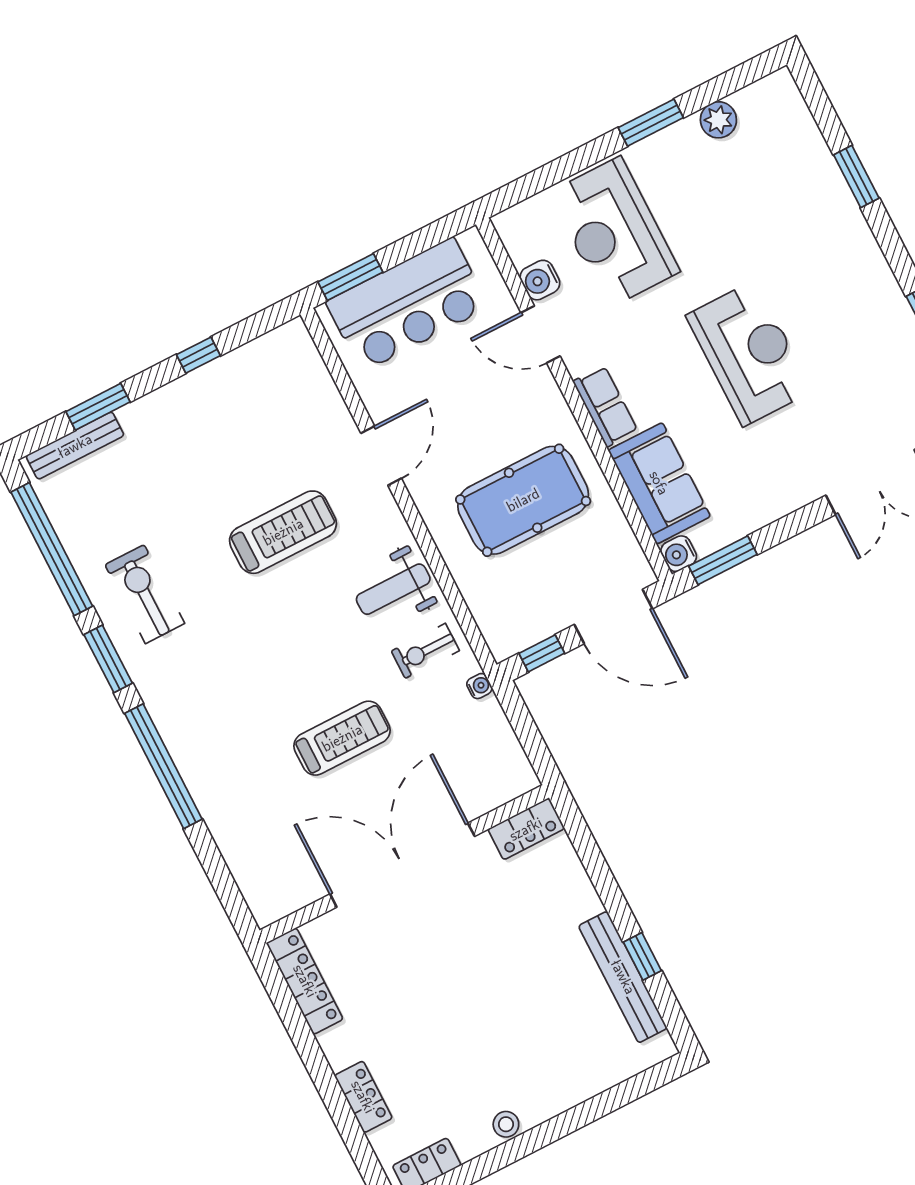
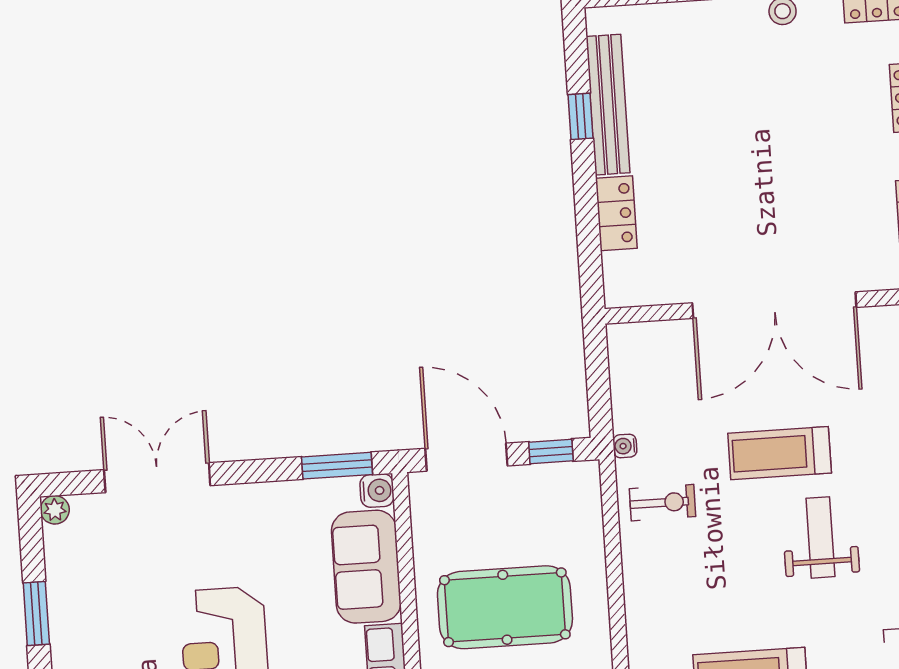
weight bench: (393, 589) -> (820, 537), moved, turned -90
locker: (526, 829) -> (616, 213), moved, turned 90

